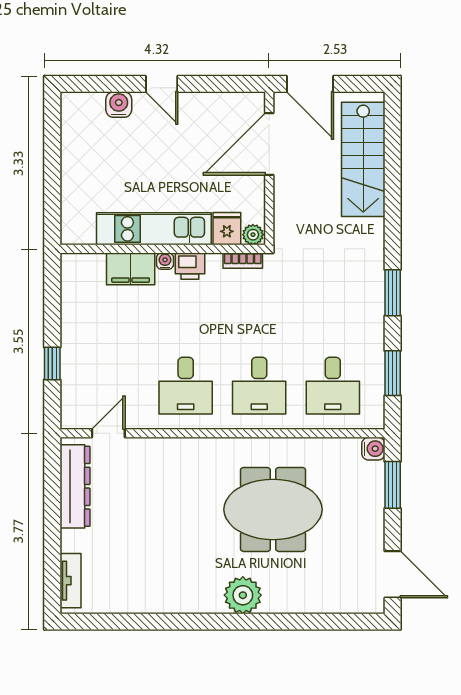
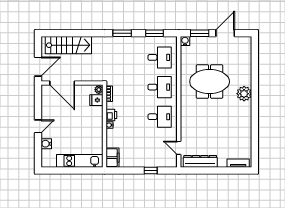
kitchen unit: (154, 229) -> (80, 161), moved, turned 90
filing cabinet: (131, 269) -> (113, 158), moved
meeting table: (273, 509) -> (210, 82), turned 90
door: (393, 574) -> (225, 33), moved

